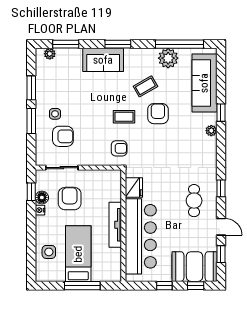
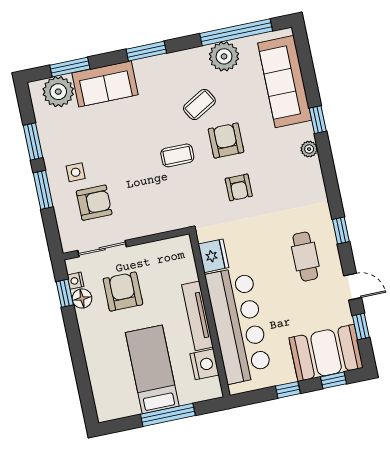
plant: (50, 54) -> (58, 92), width x1.88, depth x1.88
sofa: (103, 60) -> (105, 84), moved
armchair: (119, 148) -> (239, 187), moved, turned 90
nightstand: (40, 210) -> (76, 281), moved
side table: (49, 252) -> (109, 376), removed
nightstand: (113, 257) -> (205, 364), added

